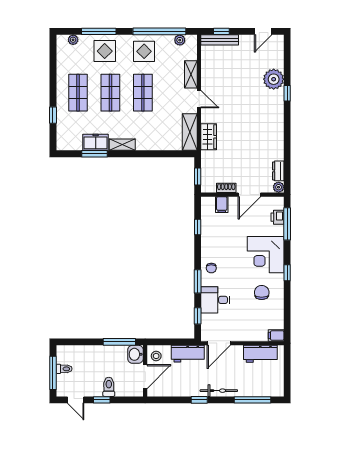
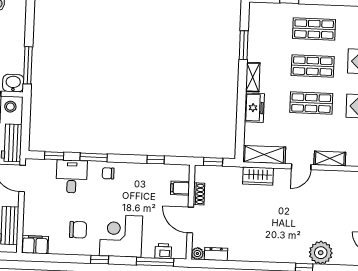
freezer: (96, 142) -> (254, 108), moved
filing cabinet: (276, 336) -> (35, 245), width x2.00

